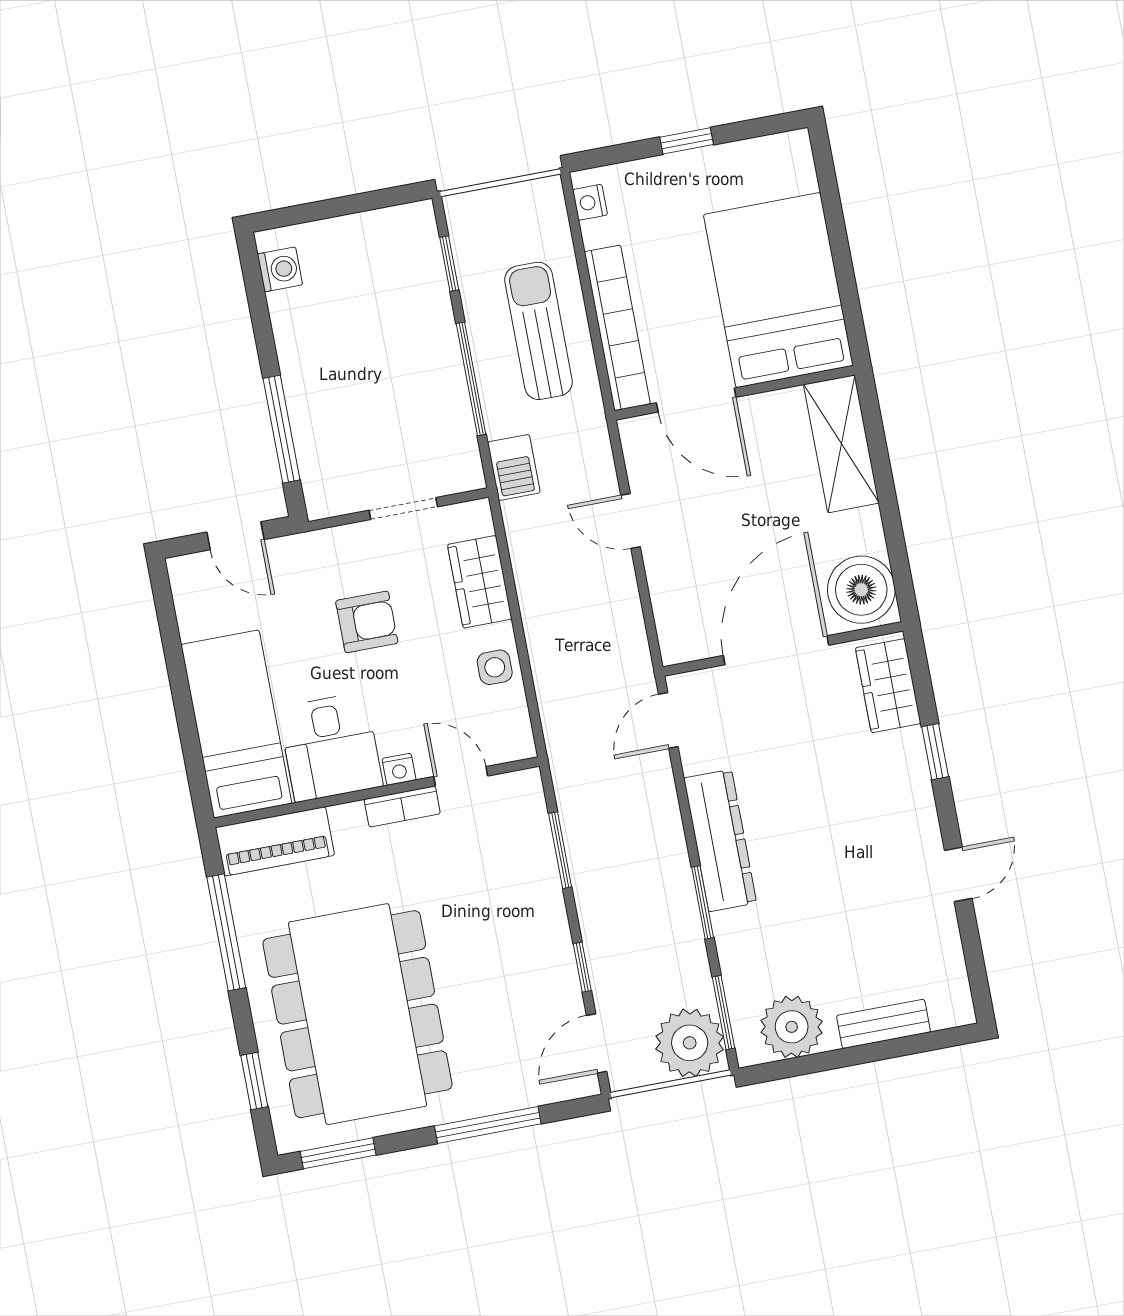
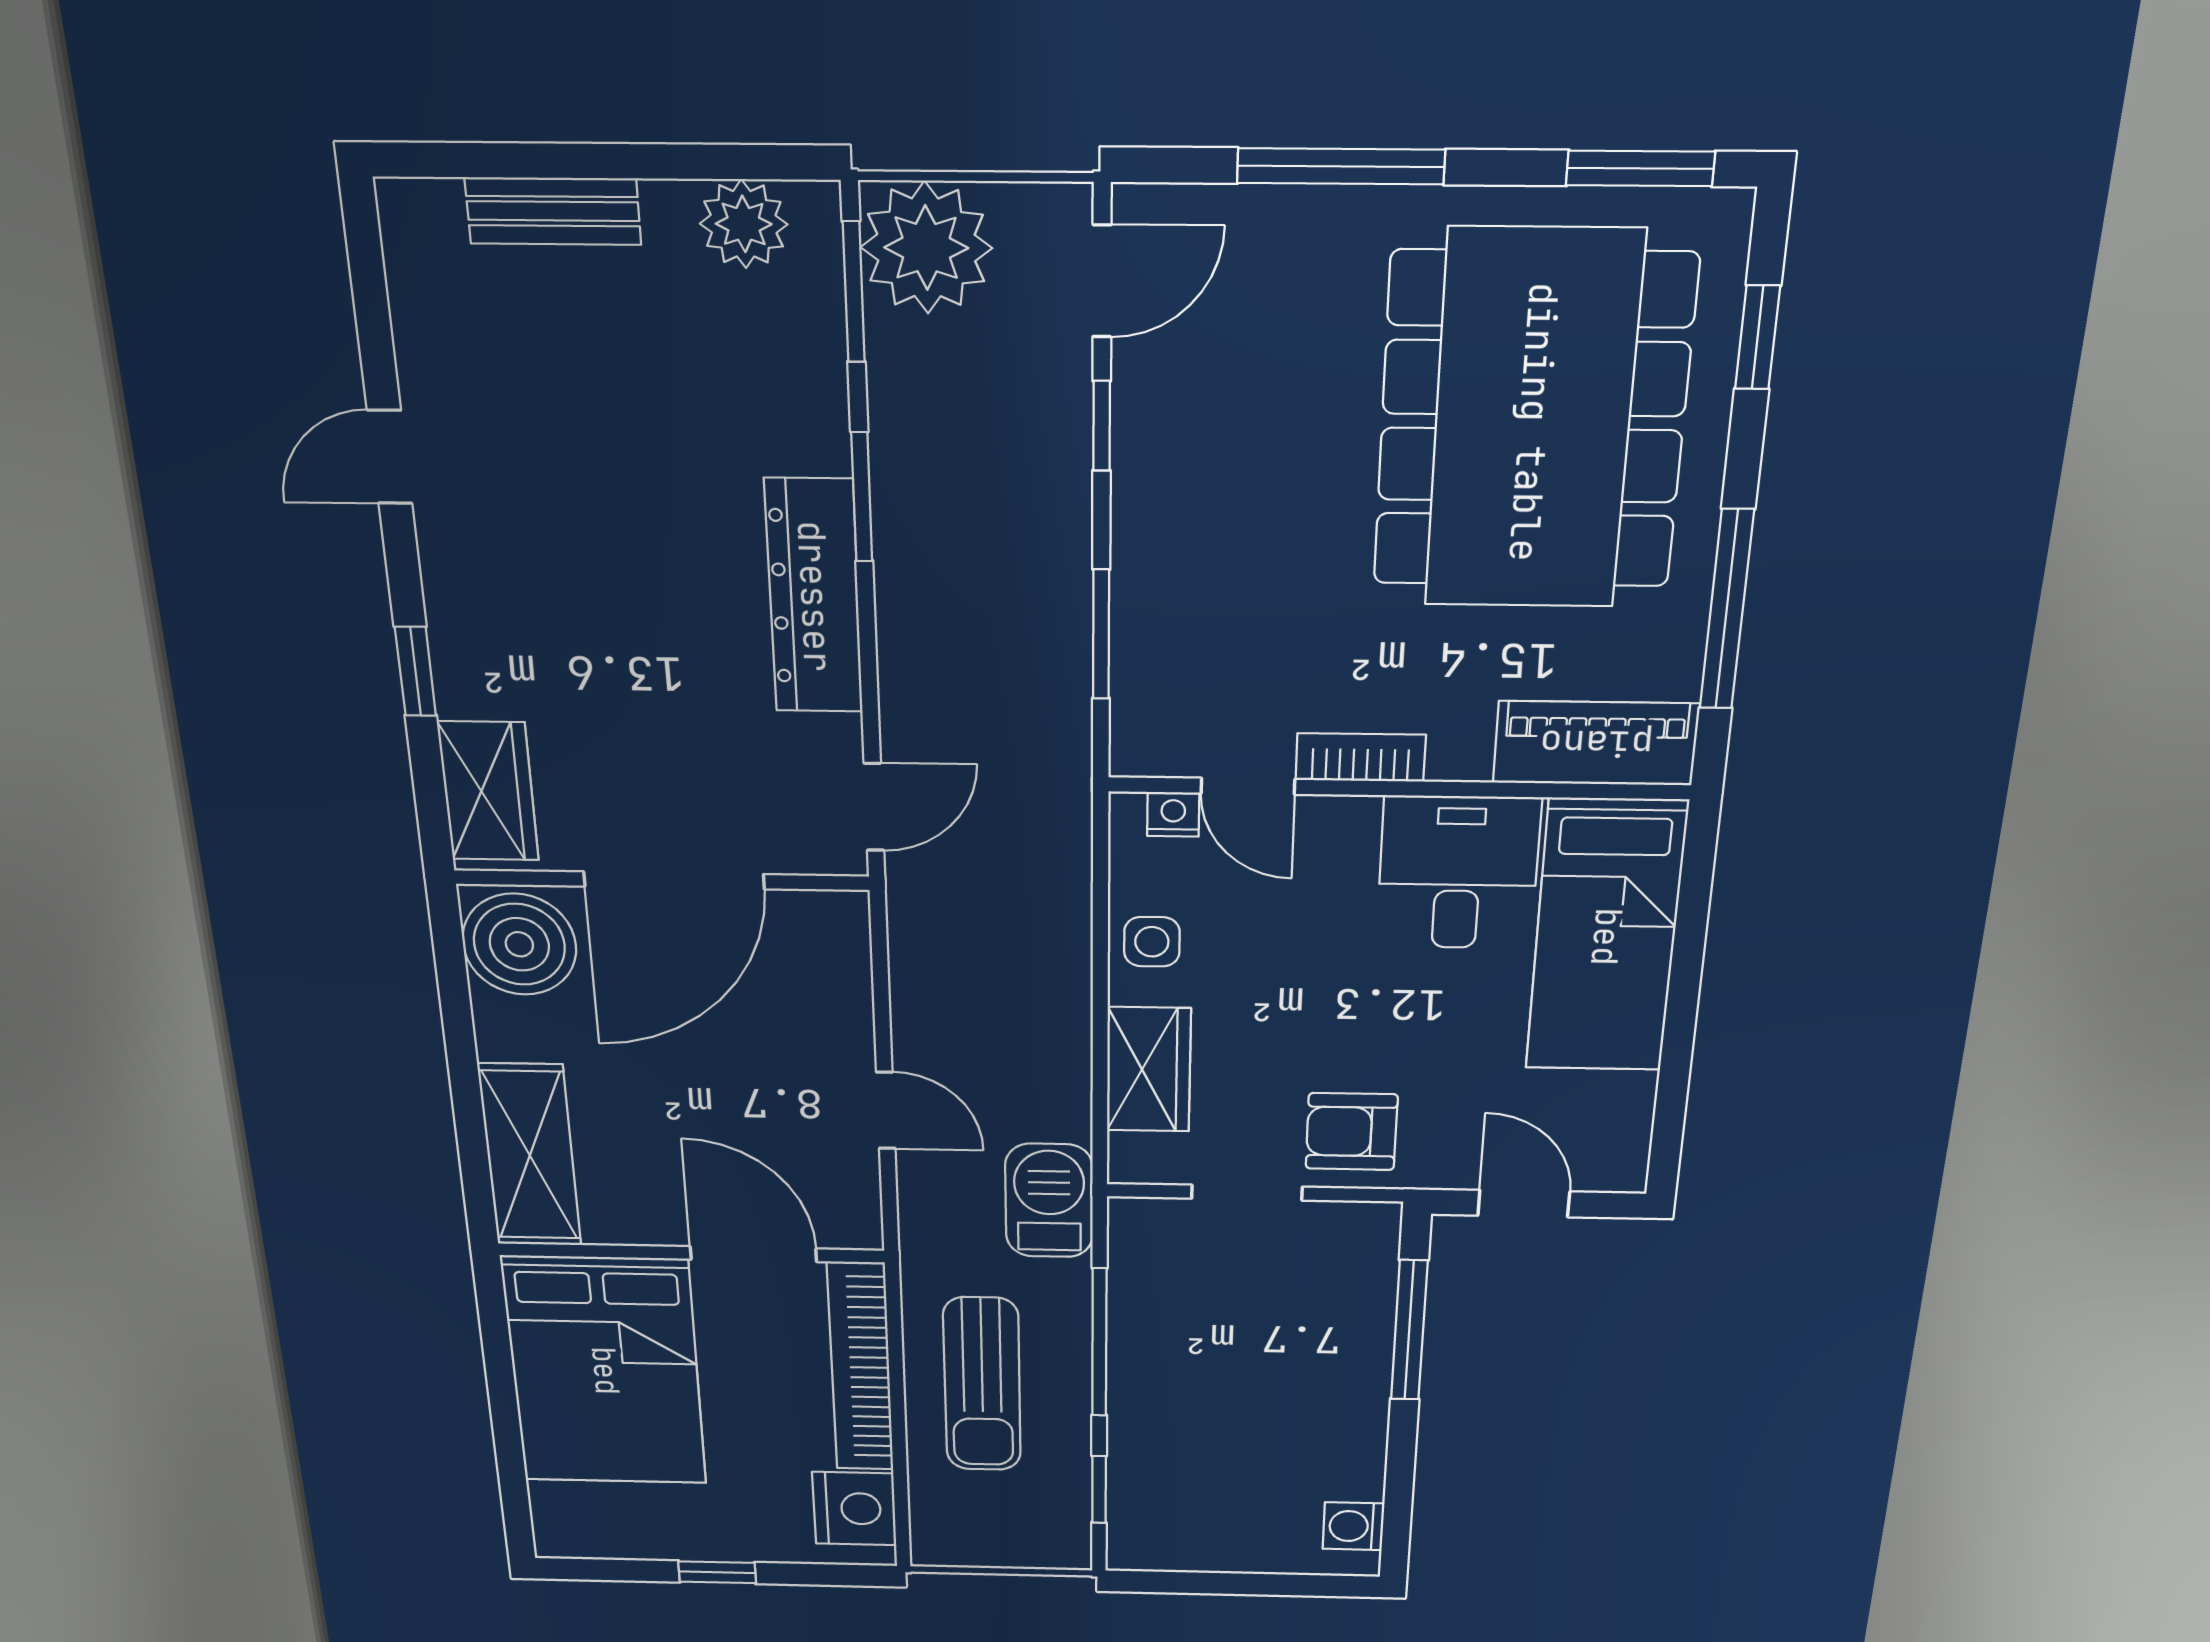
nightstand: (590, 202) -> (854, 1509), width x1.89, depth x1.79
barbecue: (514, 467) -> (1049, 1201), width x1.38, depth x1.27
armchair: (367, 622) -> (1352, 1132), moved
nightstand: (399, 769) -> (1173, 814), moved
plant: (792, 1027) -> (744, 224), width x0.73, depth x0.73

